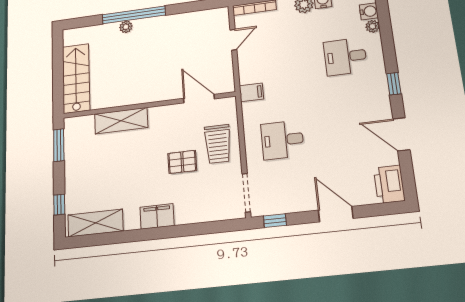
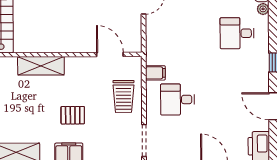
filing cabinet: (251, 92) -> (155, 73), moved
pallet: (182, 162) -> (73, 115), moved

